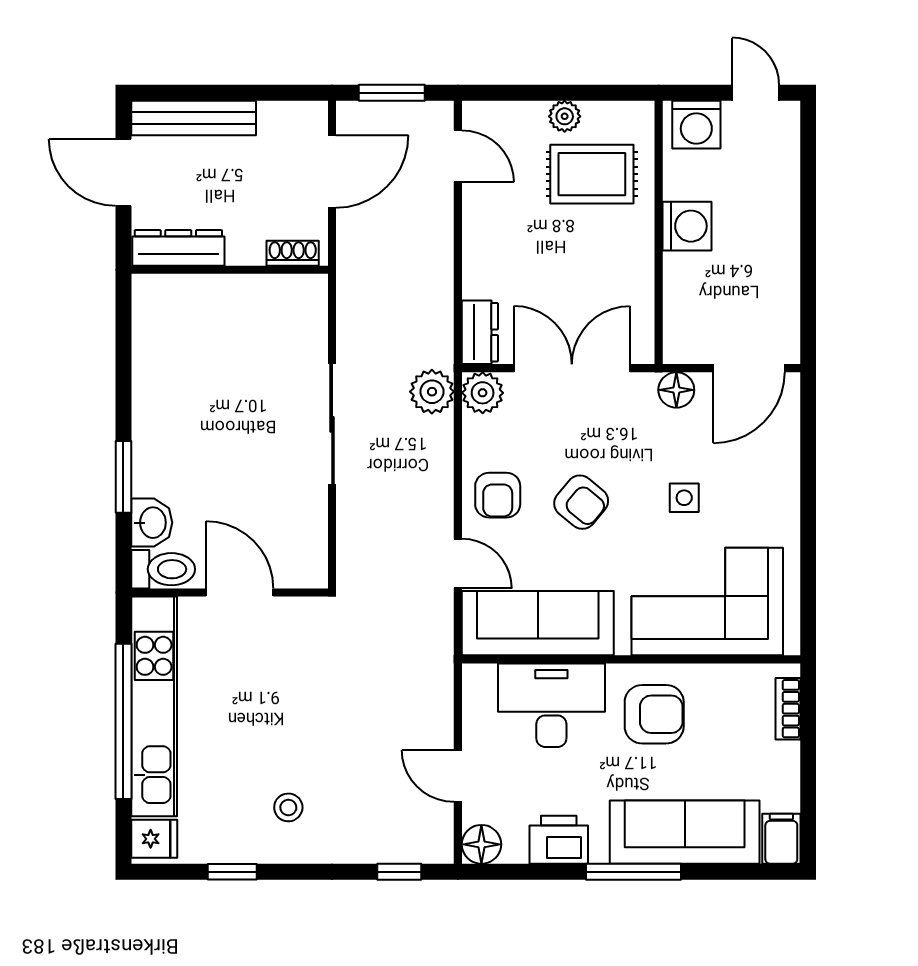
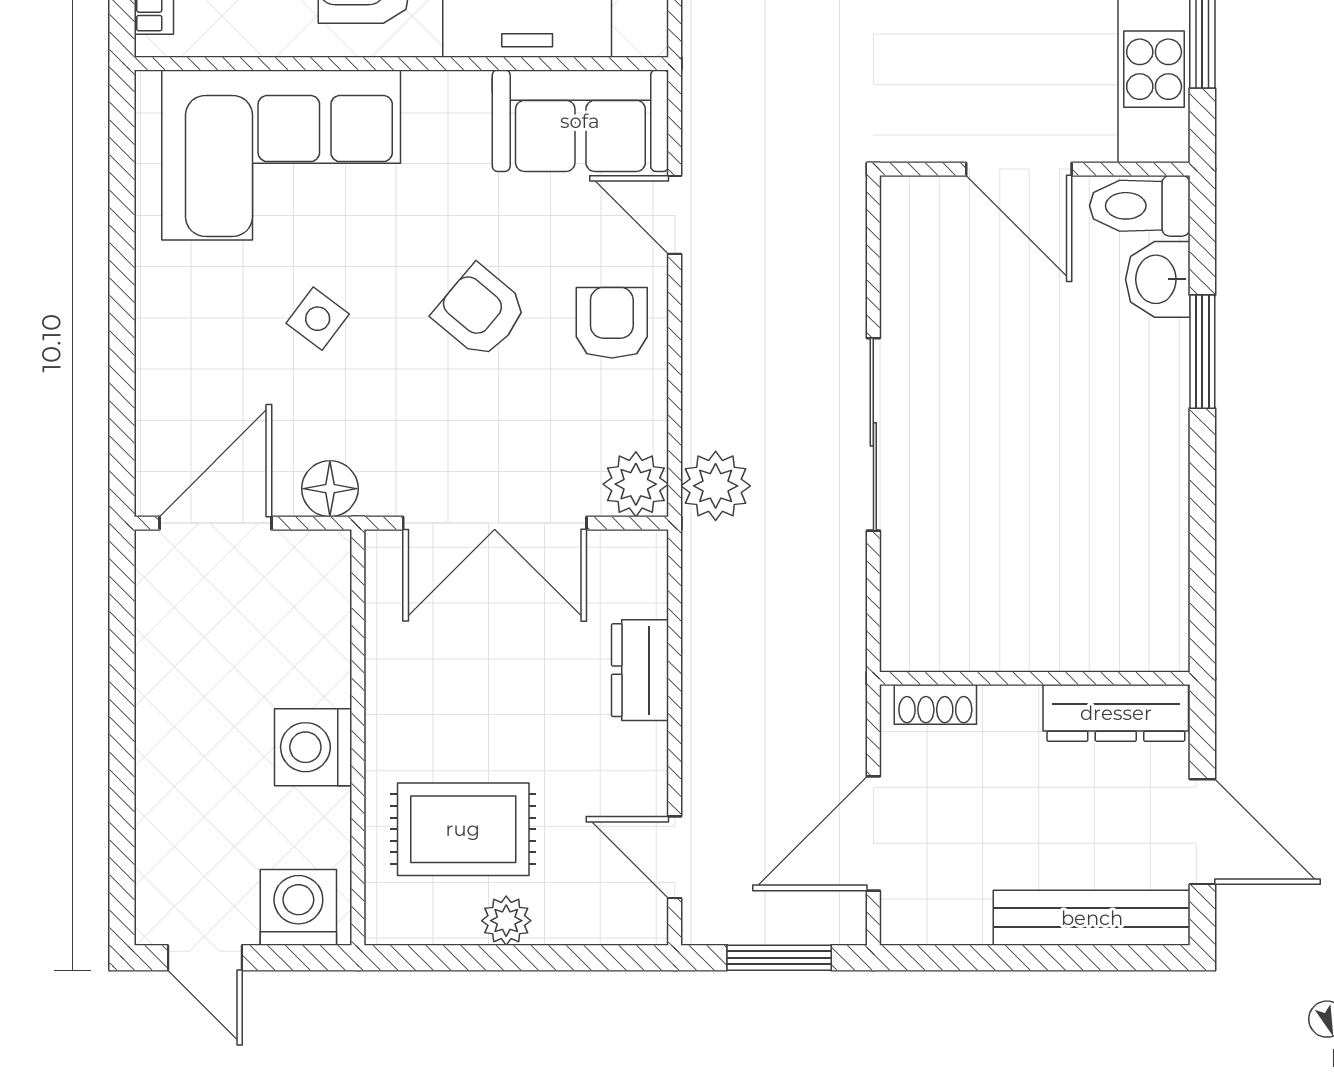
dresser: (480, 332) -> (640, 670), moved
side table: (684, 498) -> (318, 319), turned 37
sofa: (538, 623) -> (580, 121), width x0.73

